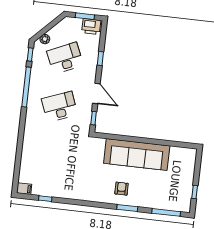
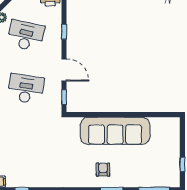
desk: (65, 58) -> (26, 36), turned 36
desk: (59, 107) -> (26, 89), turned 30

